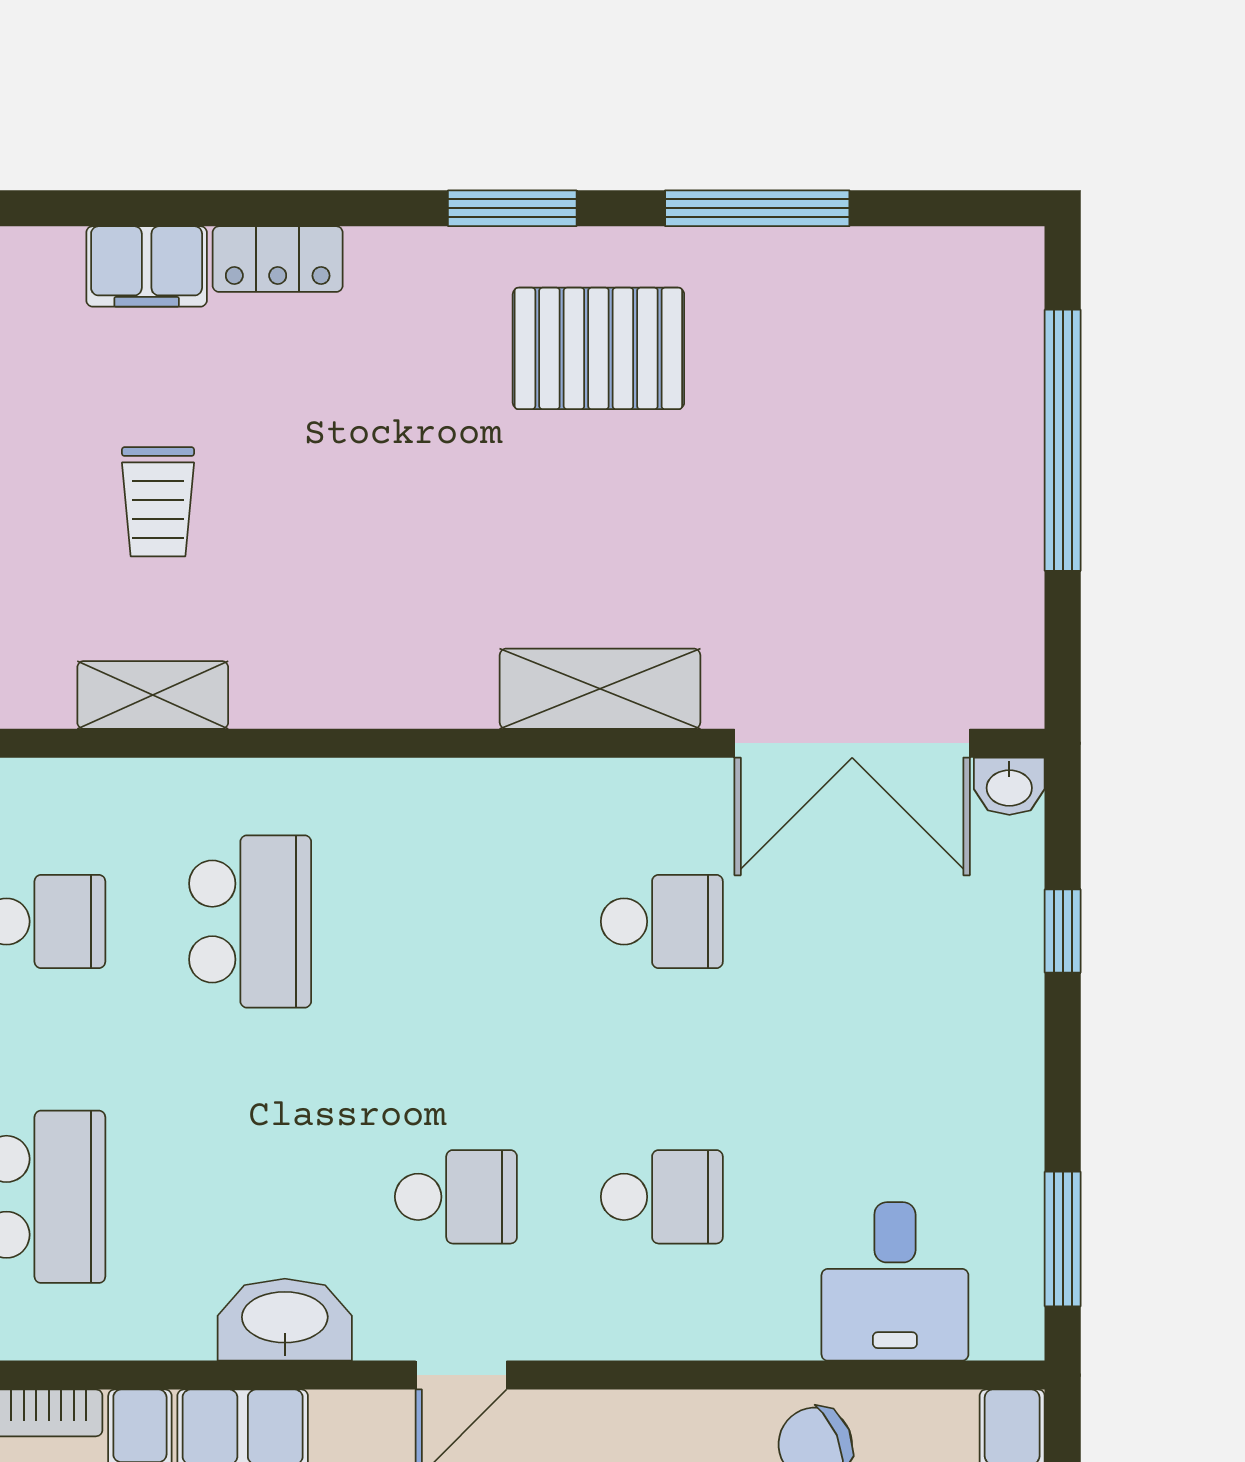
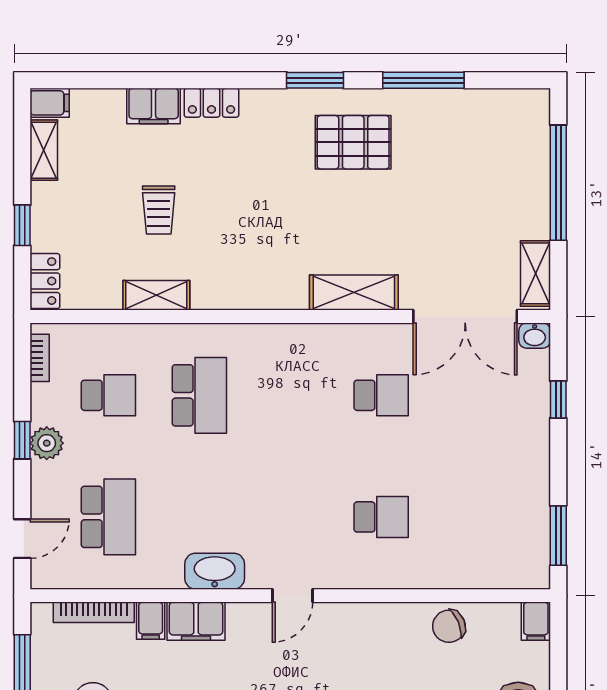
shelving: (1011, 645) -> (535, 273), added
school desk: (456, 1197) -> (290, 517), removed
desk: (895, 1281) -> (484, 554), removed

